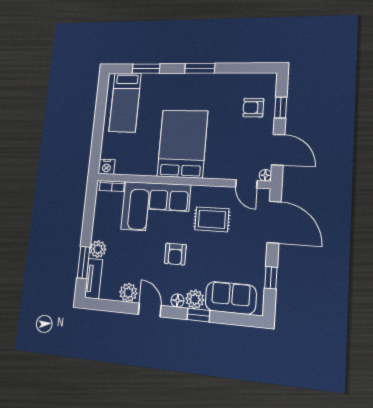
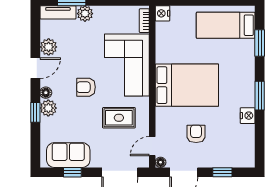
nightstand: (220, 80) -> (248, 116), added
armchair: (253, 108) -> (196, 134), moved
rug: (212, 219) -> (119, 118), turned 90
sofa: (231, 298) -> (68, 155), moved, turned -90

